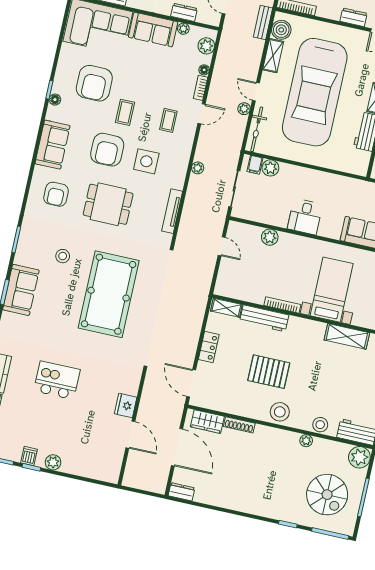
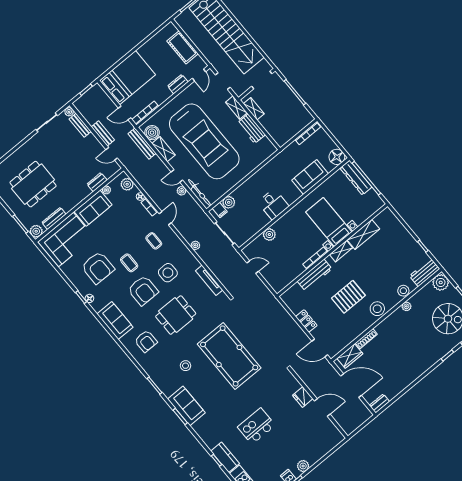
bench: (263, 22) -> (142, 143), width x1.36
shelving: (226, 308) -> (341, 251), moved

